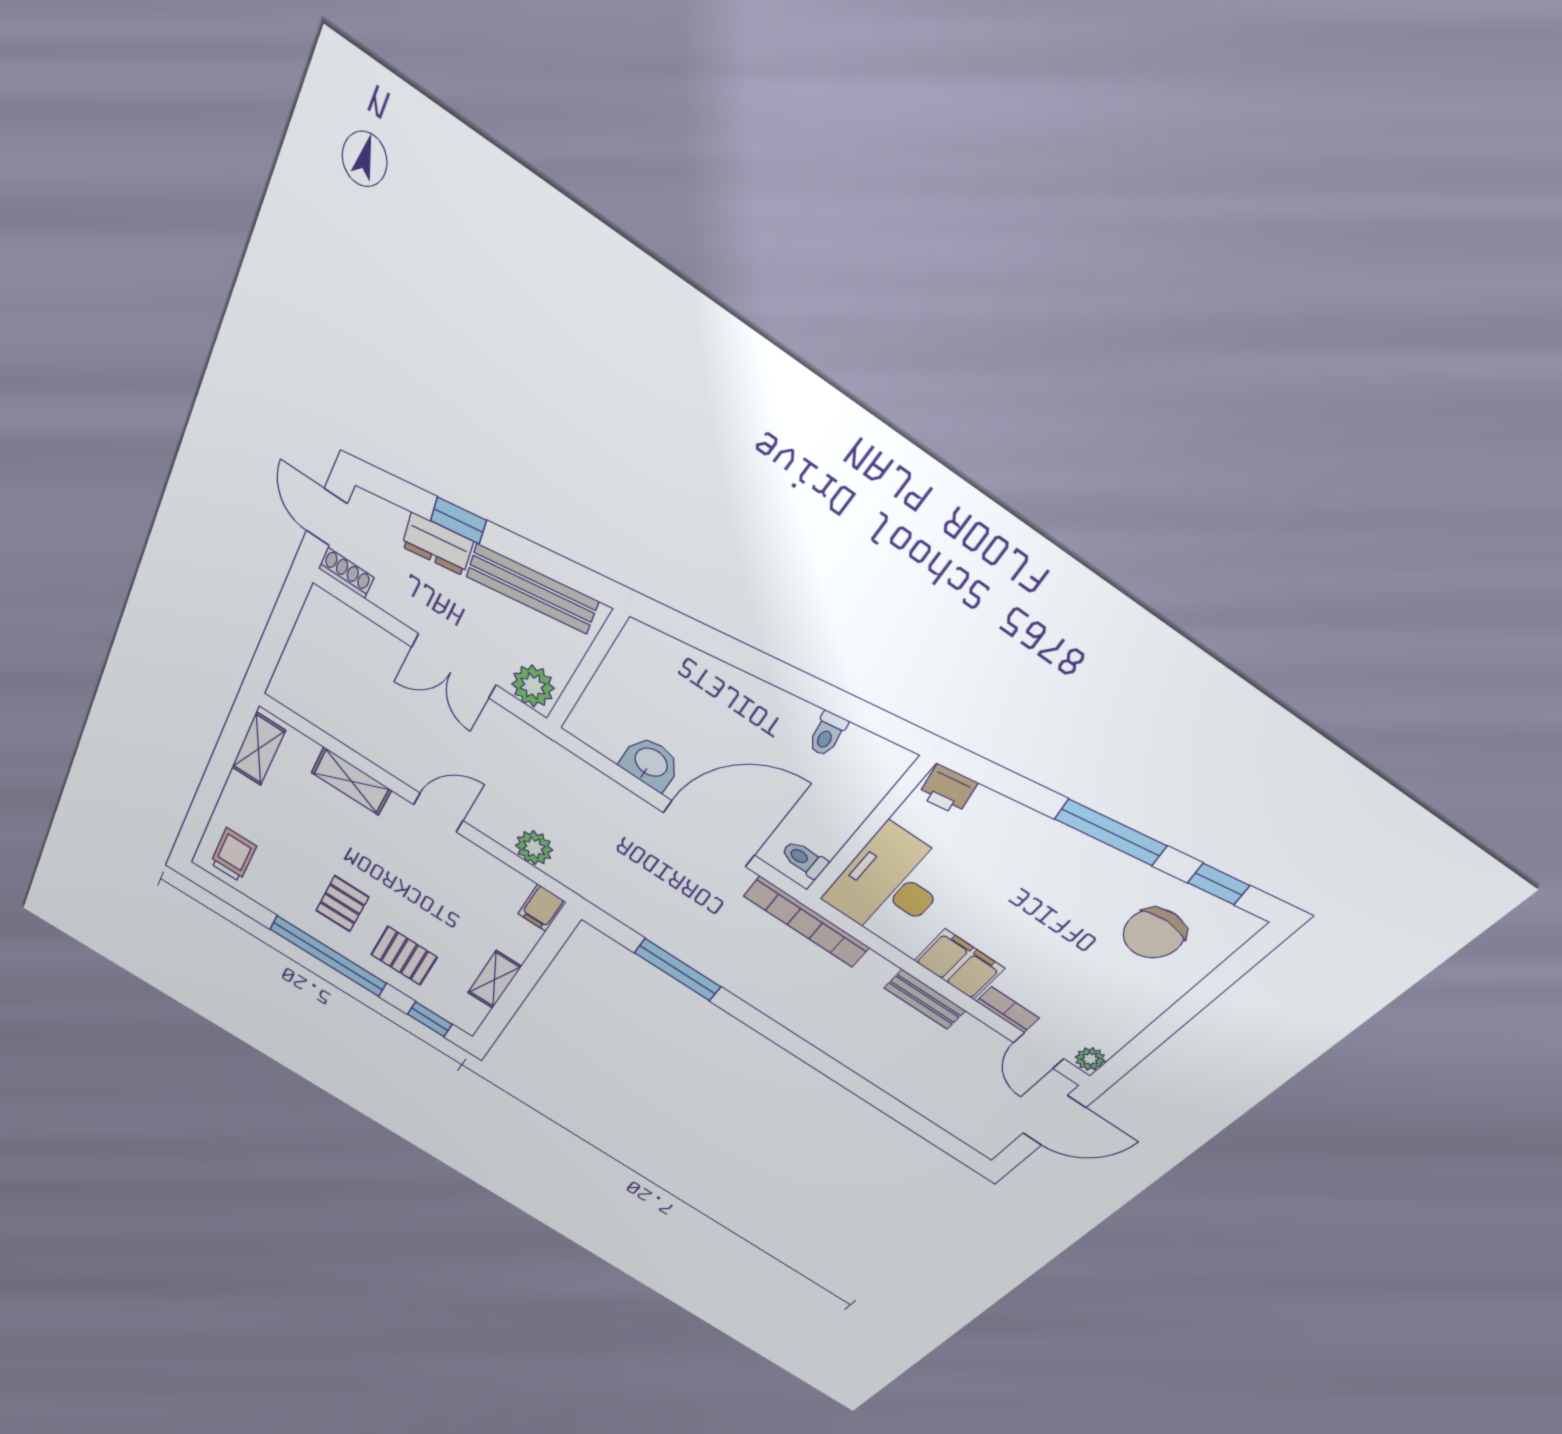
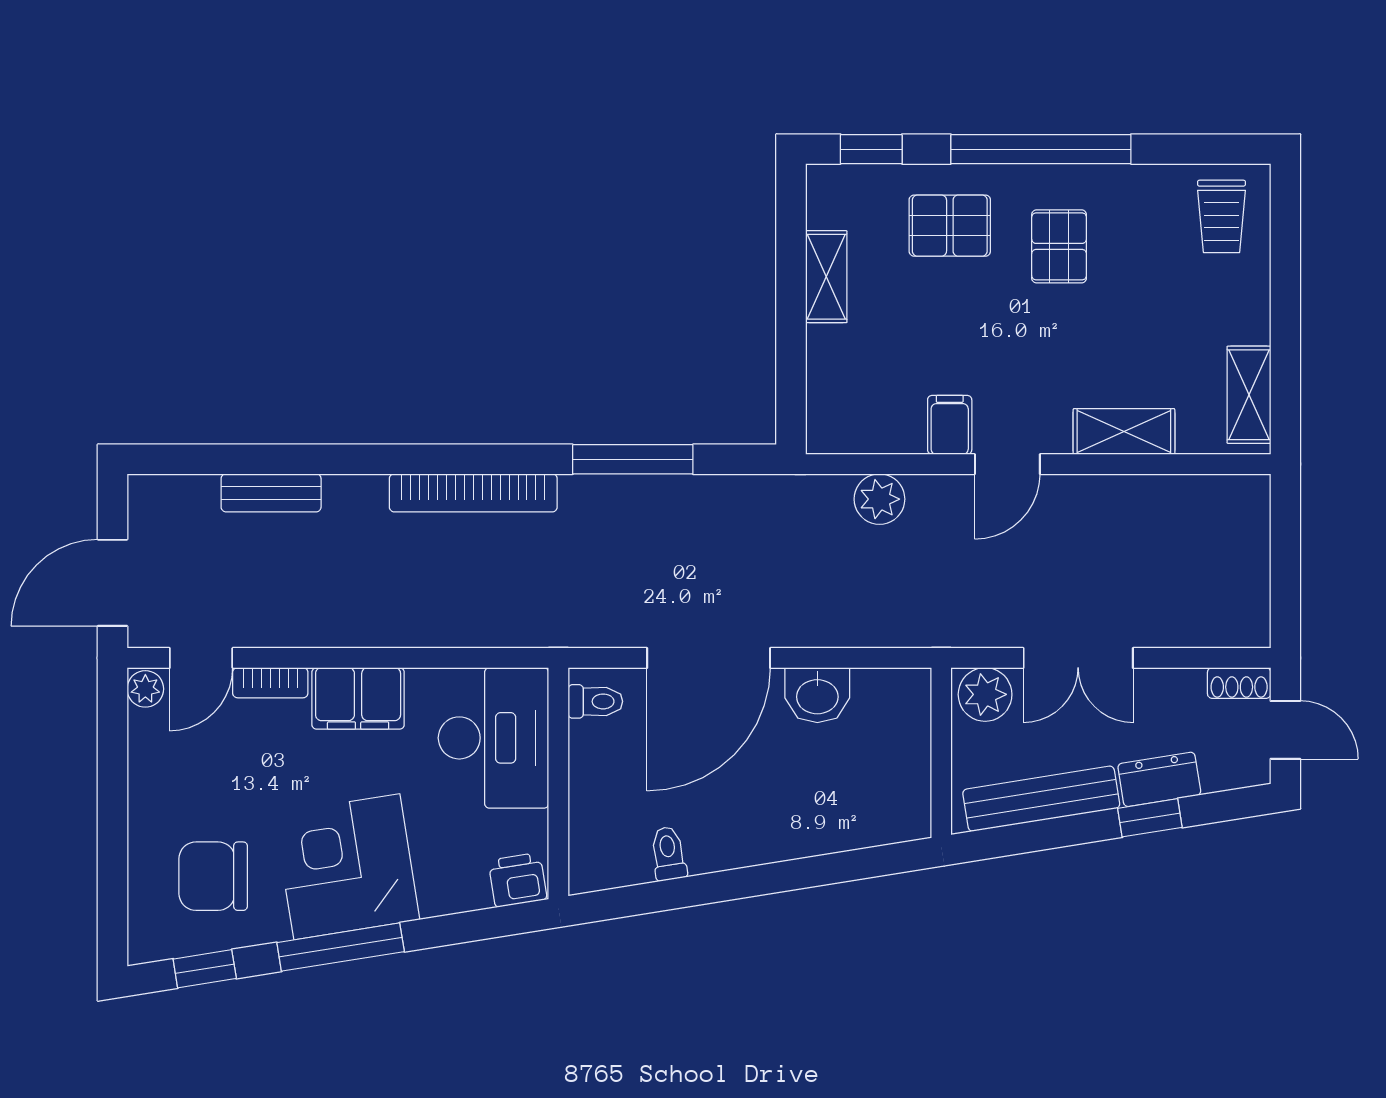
double door: (454, 666) -> (1078, 658), swing flipped
corner desk: (1058, 878) -> (347, 867), added
filing cabinet: (542, 908) -> (950, 425), moved
bookcase: (807, 922) -> (473, 493), moved, turned 180
chair: (1154, 933) -> (213, 876), turned -90
bench: (925, 999) -> (271, 493), moved
door: (1039, 1051) -> (201, 658), swing flipped

